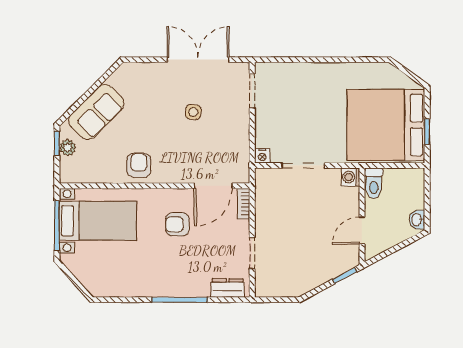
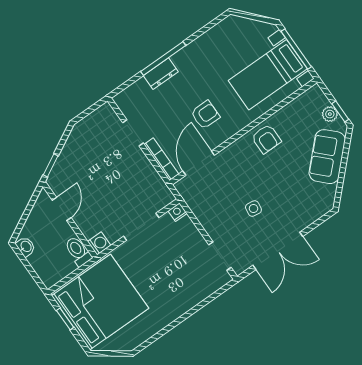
bookcase: (244, 204) -> (161, 159), width x1.56
dresser: (228, 288) -> (161, 74), moved

